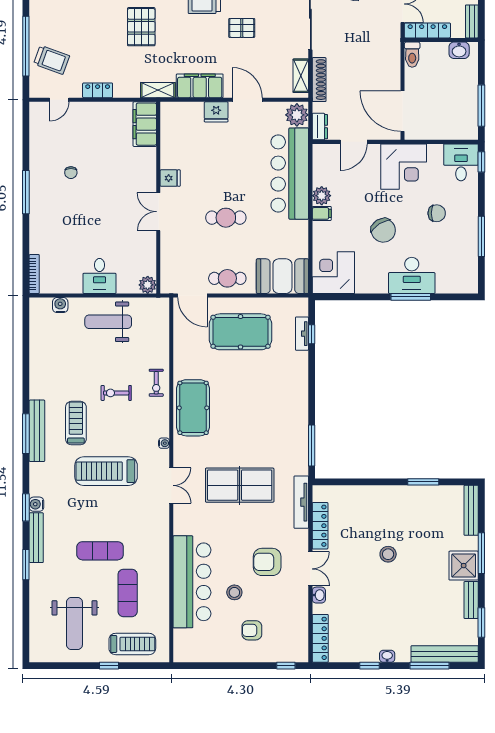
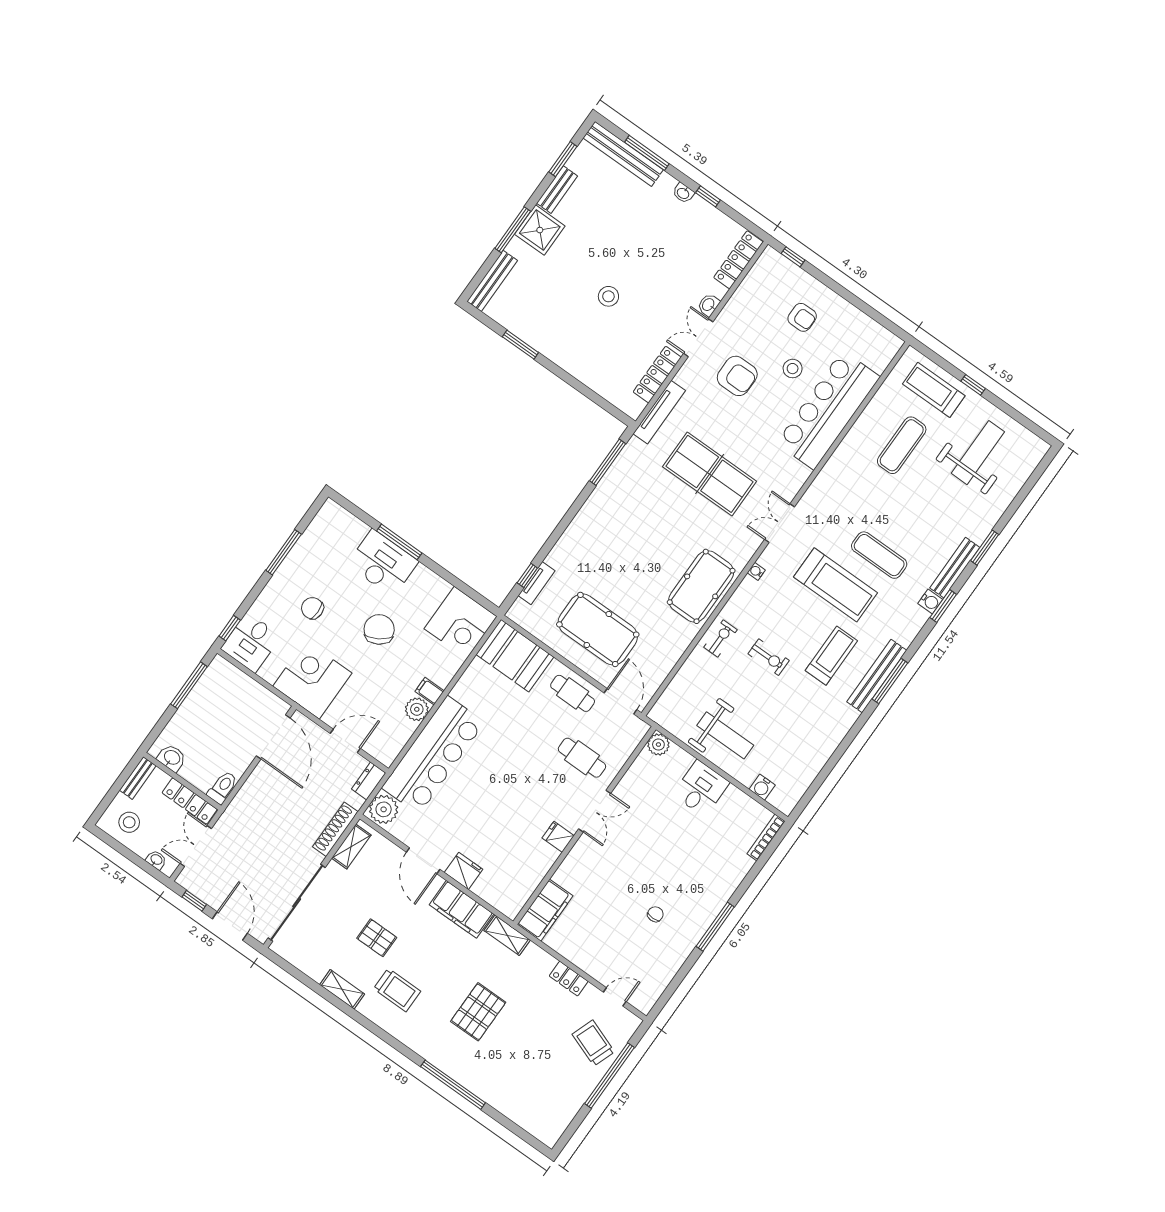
cafe table: (226, 218) -> (582, 758), moved
treadmill: (76, 423) -> (831, 656), turned 180
exercise mat: (100, 551) -> (879, 555), moved

